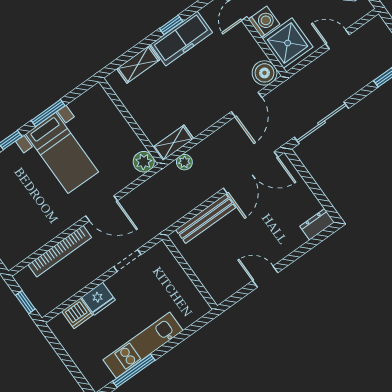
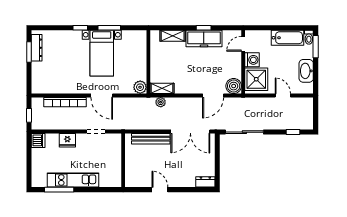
dishwasher: (77, 313) -> (38, 140), moved, turned -90

